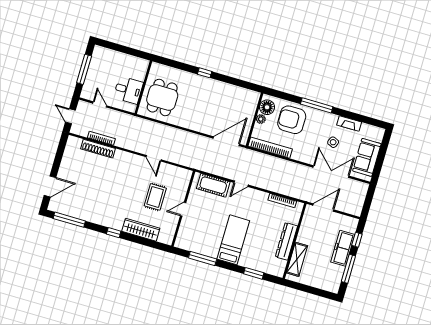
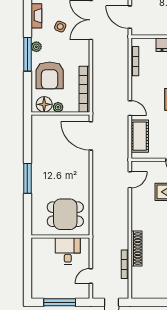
window: (205, 73) -> (27, 178), width x2.17
plant: (321, 115) -> (36, 47), added
shoe rack: (98, 149) -> (137, 249), moved
door: (154, 158) -> (130, 180), moved

